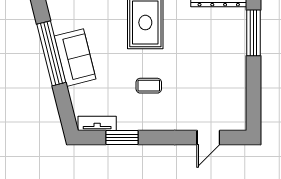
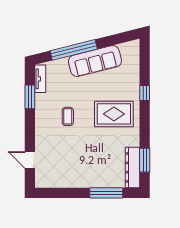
window: (51, 53) -> (74, 50), moved
sofa: (75, 58) -> (95, 61), width x1.36

